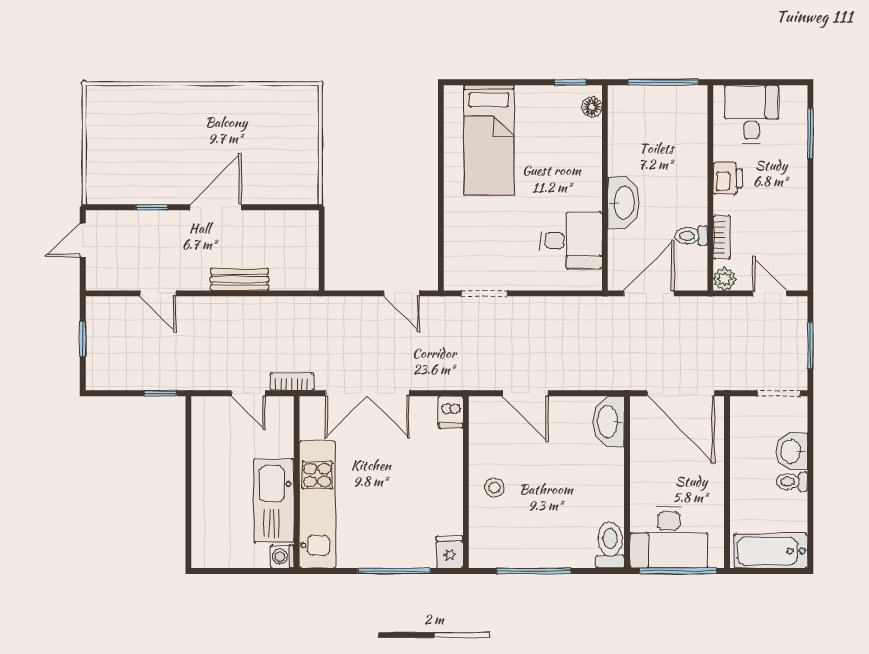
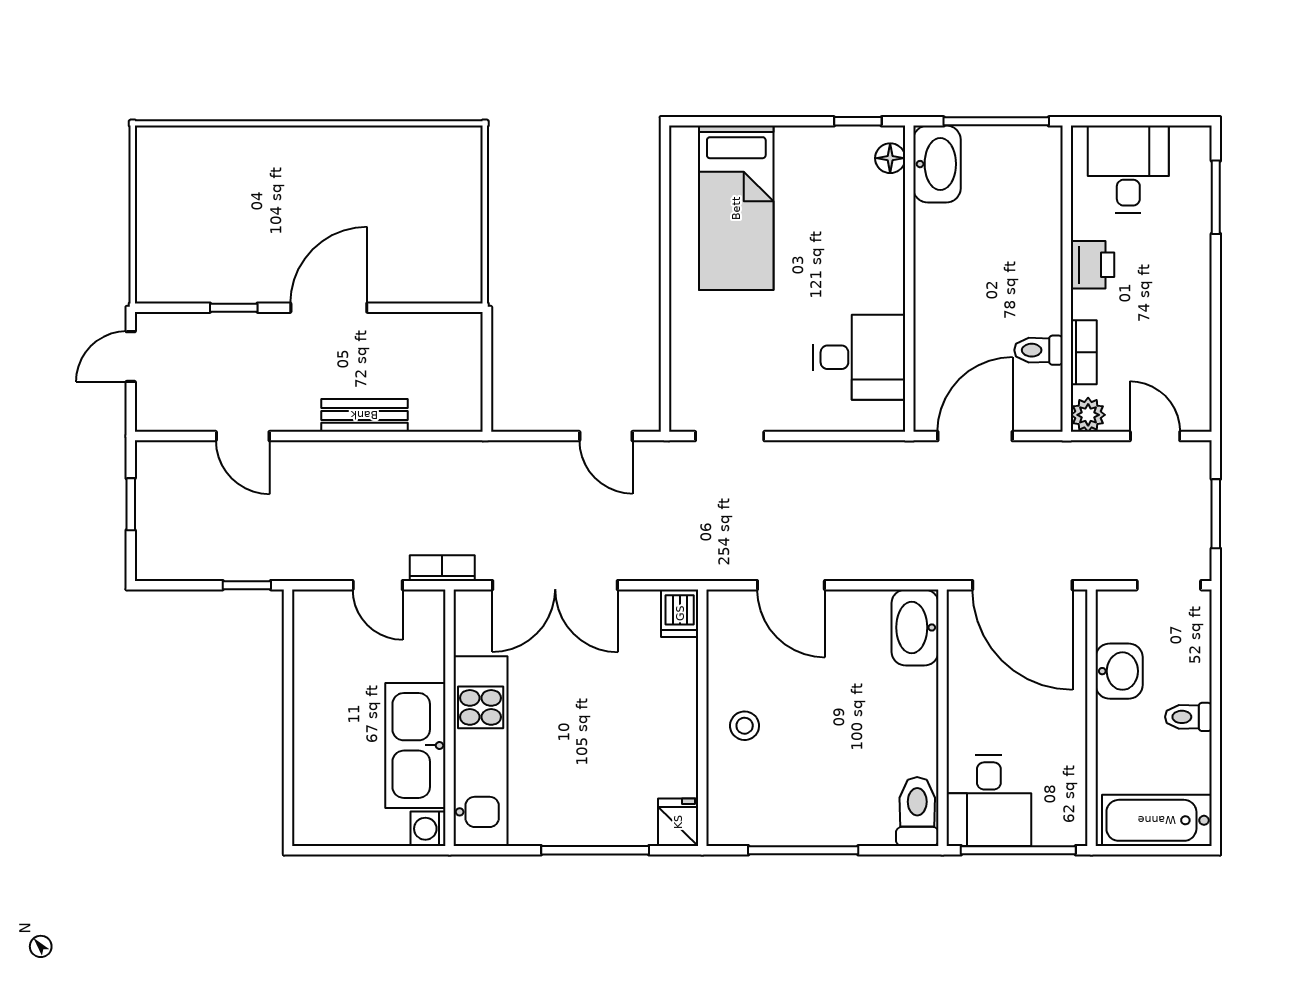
washbasin: (623, 203) -> (937, 164), moved
washbasin: (792, 451) -> (1119, 671), moved, turned 180
desk: (669, 538) -> (989, 801), width x0.73

